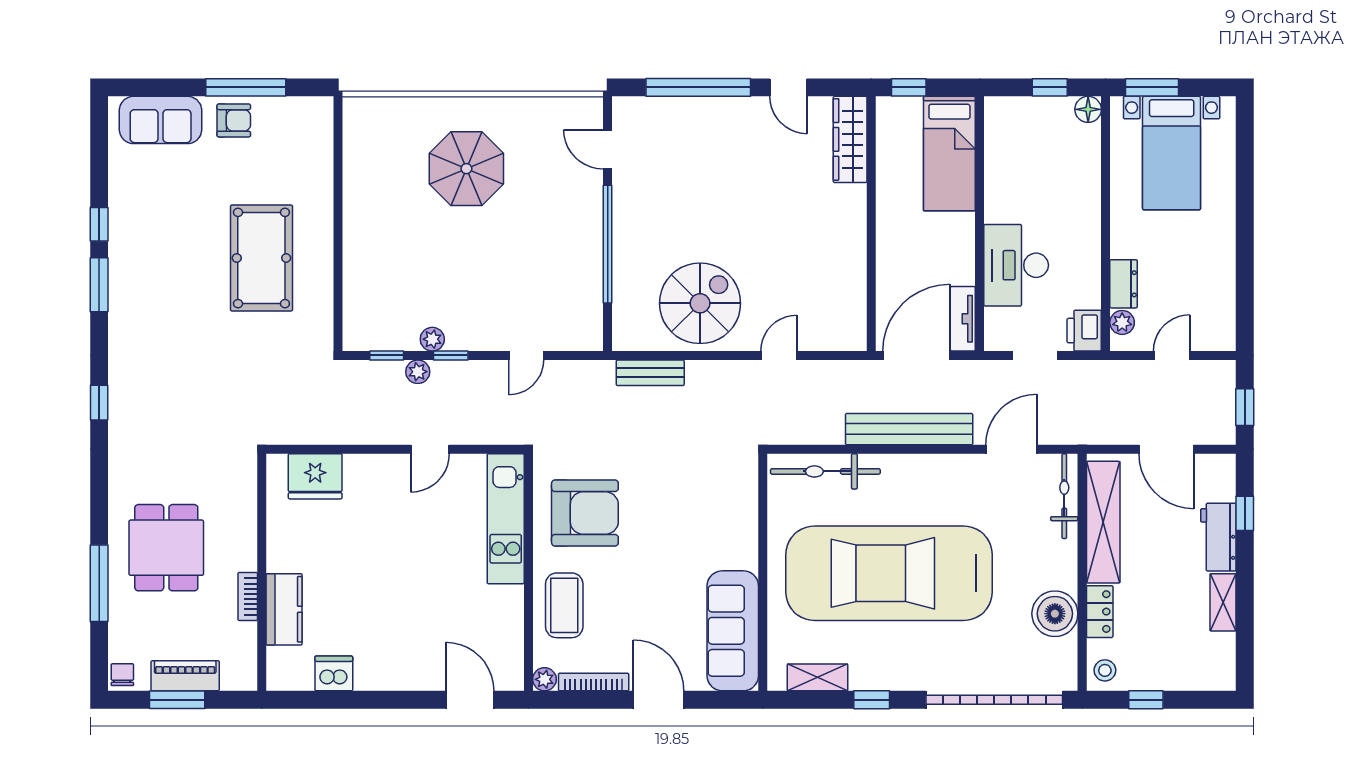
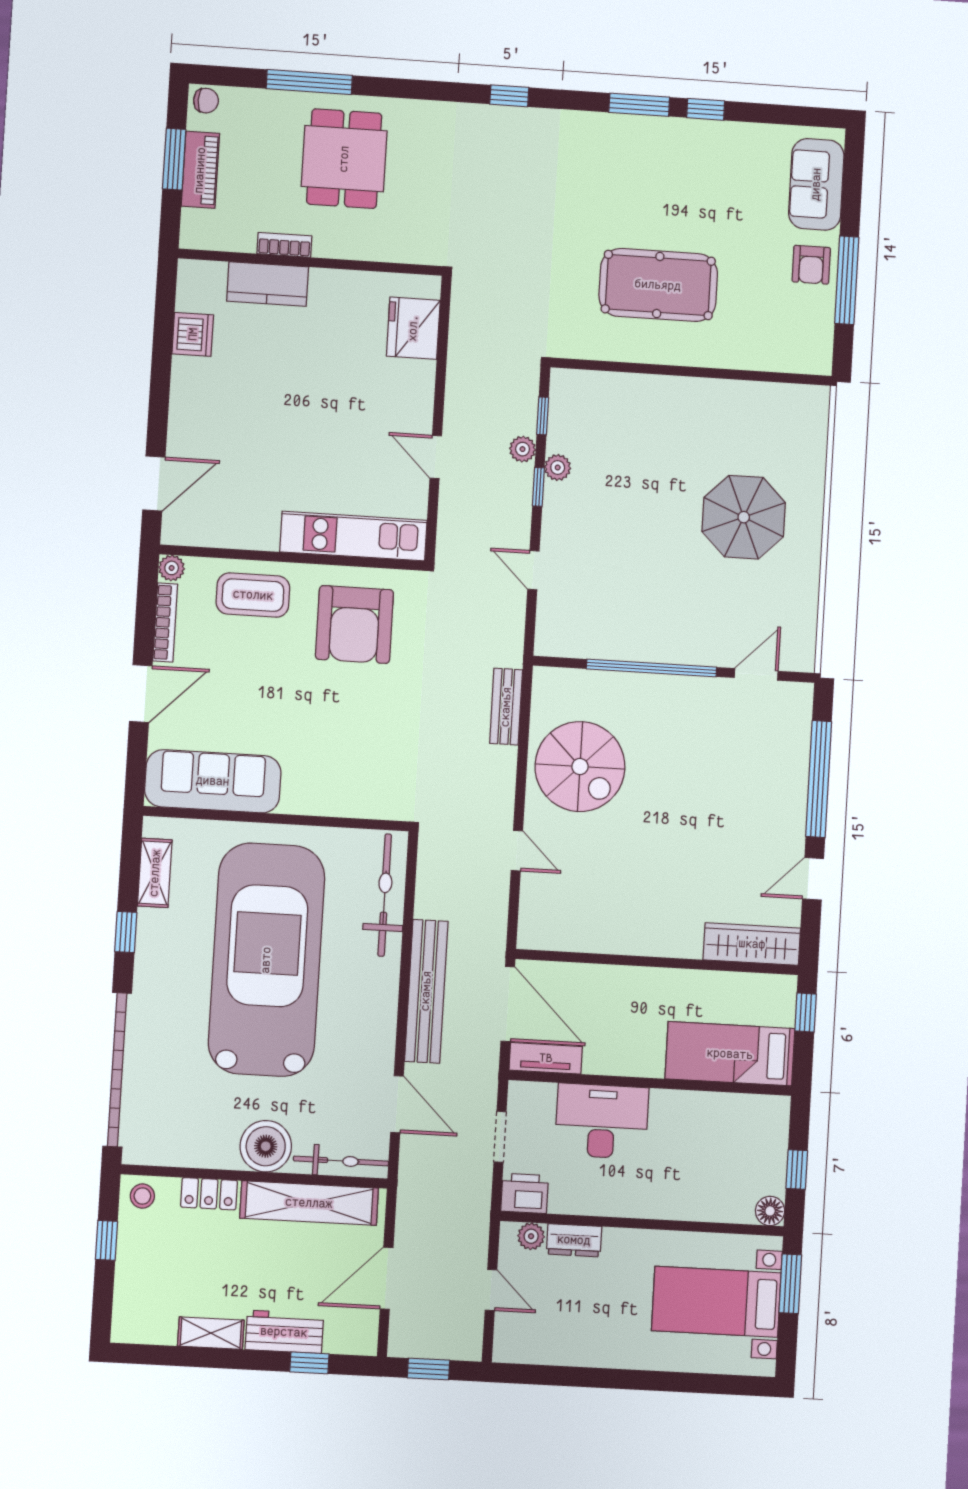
dining table: (166, 548) -> (344, 159), turned 90
boiler: (1055, 614) -> (266, 1146), moved

